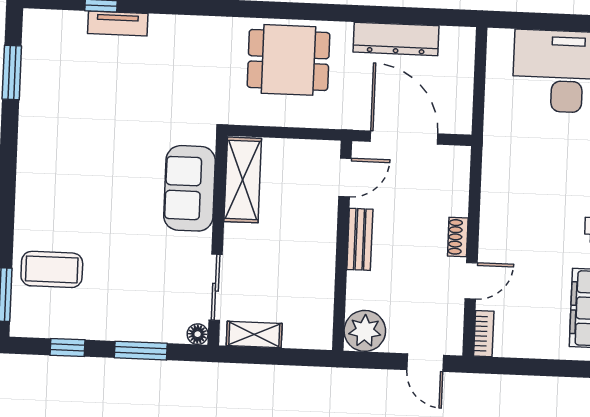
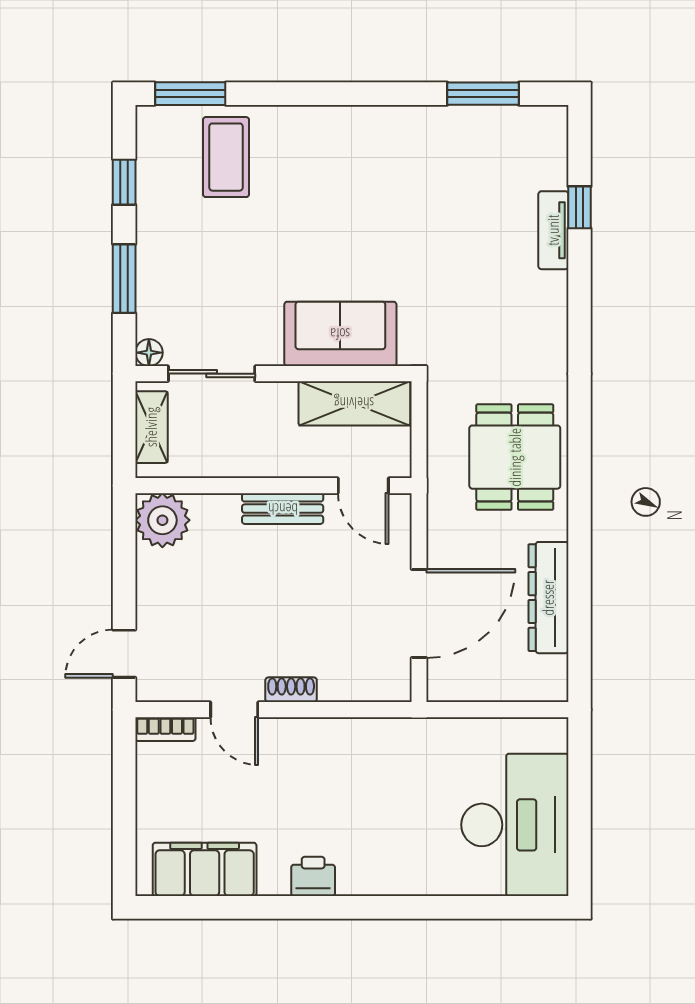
door: (345, 177) -> (363, 486), moved
bench: (360, 239) -> (283, 509), moved
wall: (342, 246) -> (273, 486), moved
plant: (365, 331) -> (162, 520), moved

